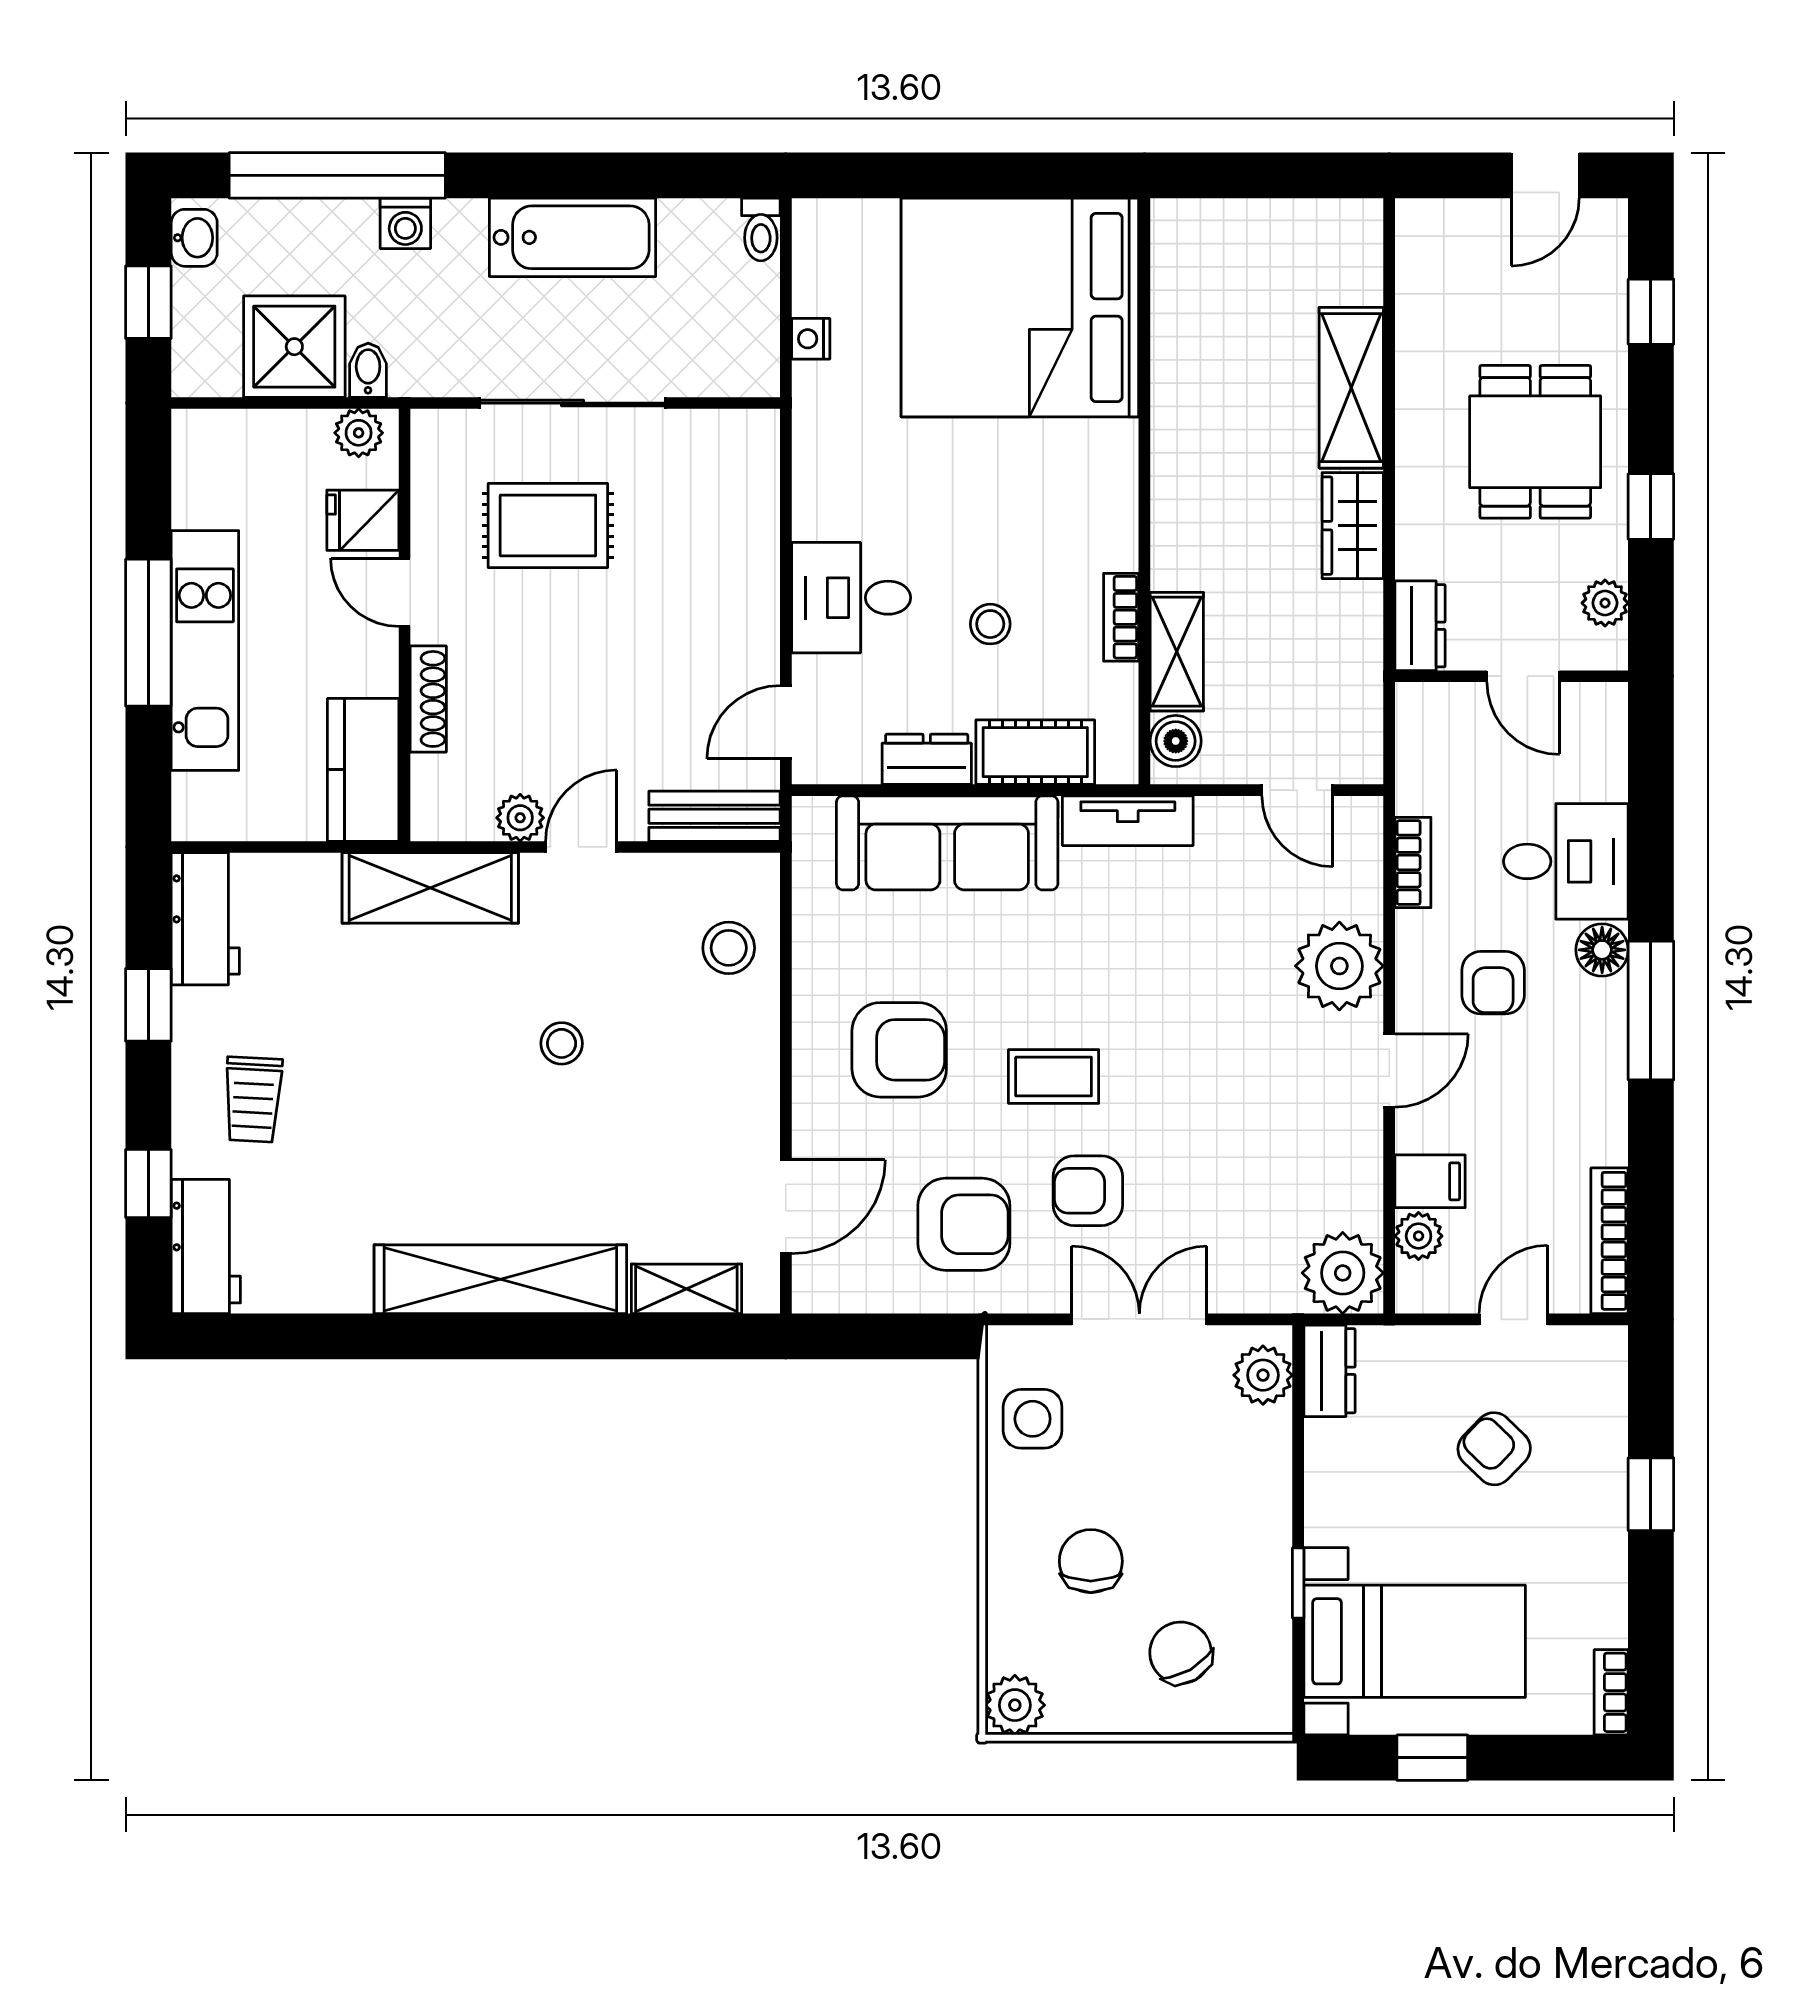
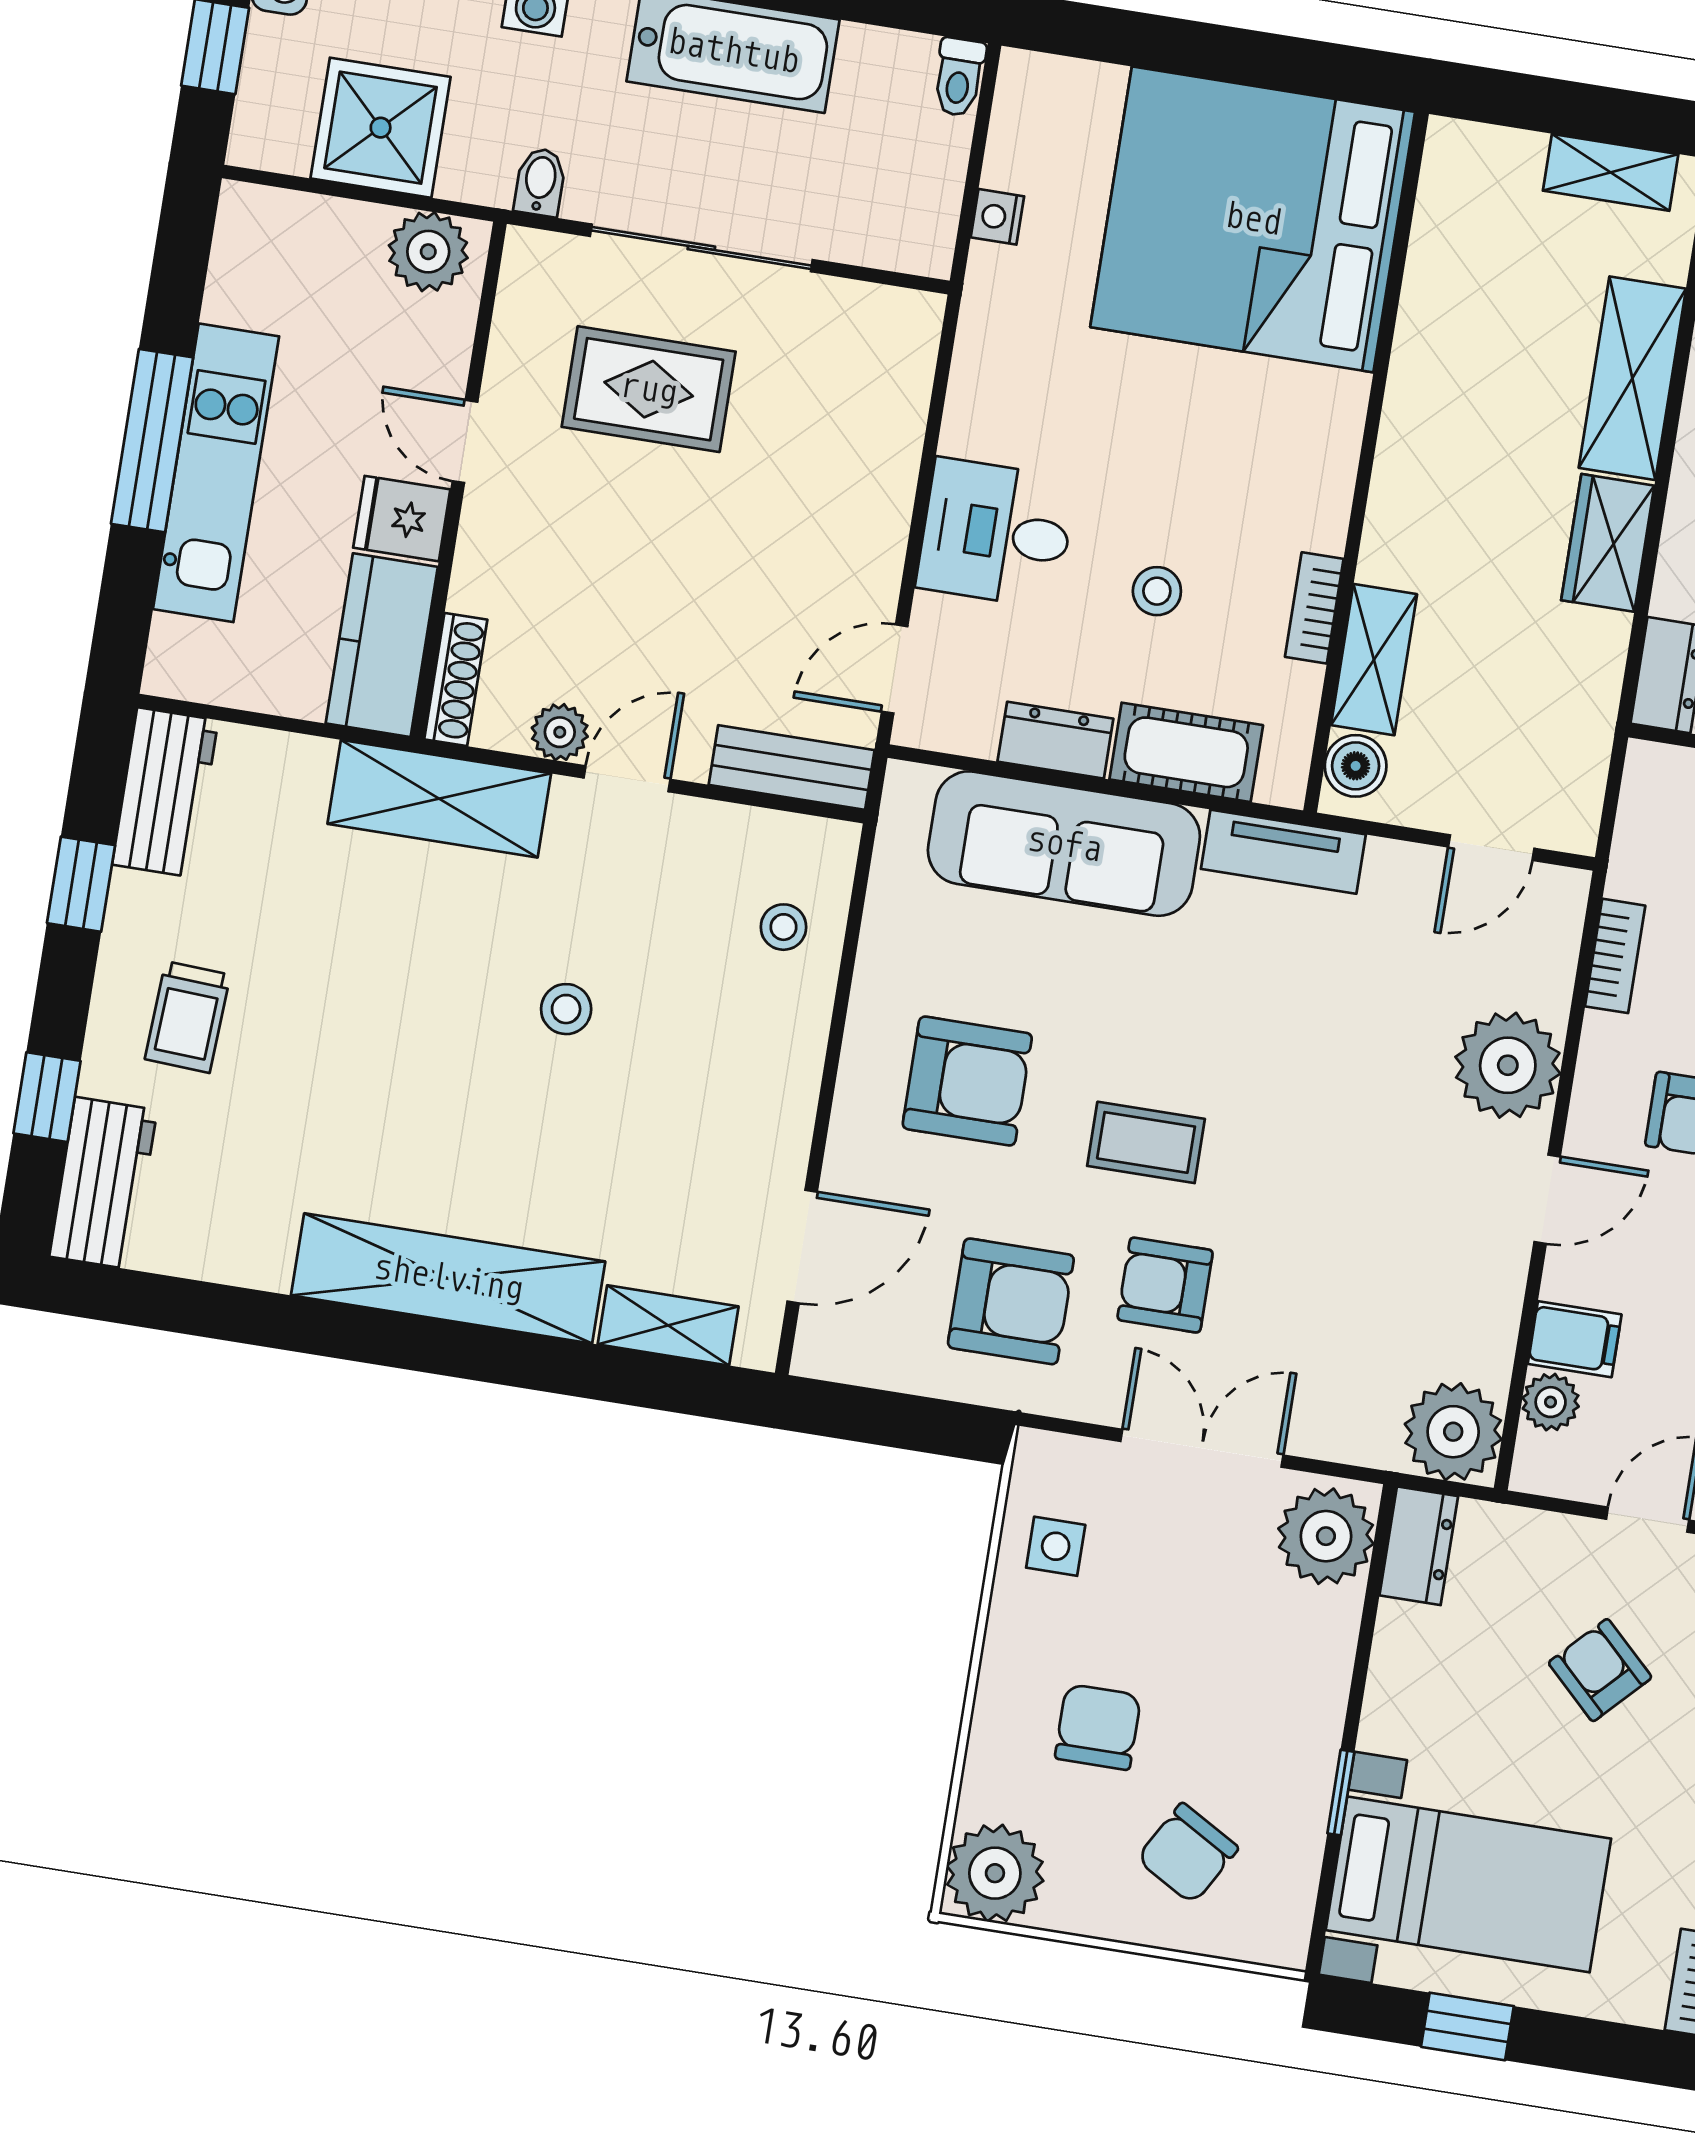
shelving: (1306, 222) -> (1611, 172), added
bidet: (368, 370) -> (540, 182), moved
plant: (359, 433) -> (428, 252), width x1.38, depth x1.38
fridge: (363, 520) -> (402, 519), moved
shoe rack: (428, 699) -> (456, 679), moved
door: (1297, 790) -> (1491, 848), hinge flipped
stool: (729, 948) -> (784, 927), width x0.73, depth x0.73
plant: (1263, 1375) -> (1326, 1536), width x1.36, depth x1.36
side table: (1033, 1419) -> (1056, 1546), width x0.73, depth x0.73
chair: (1181, 1653) -> (1187, 1853), turned -120
plant: (1015, 1705) -> (995, 1873), width x1.36, depth x1.36

